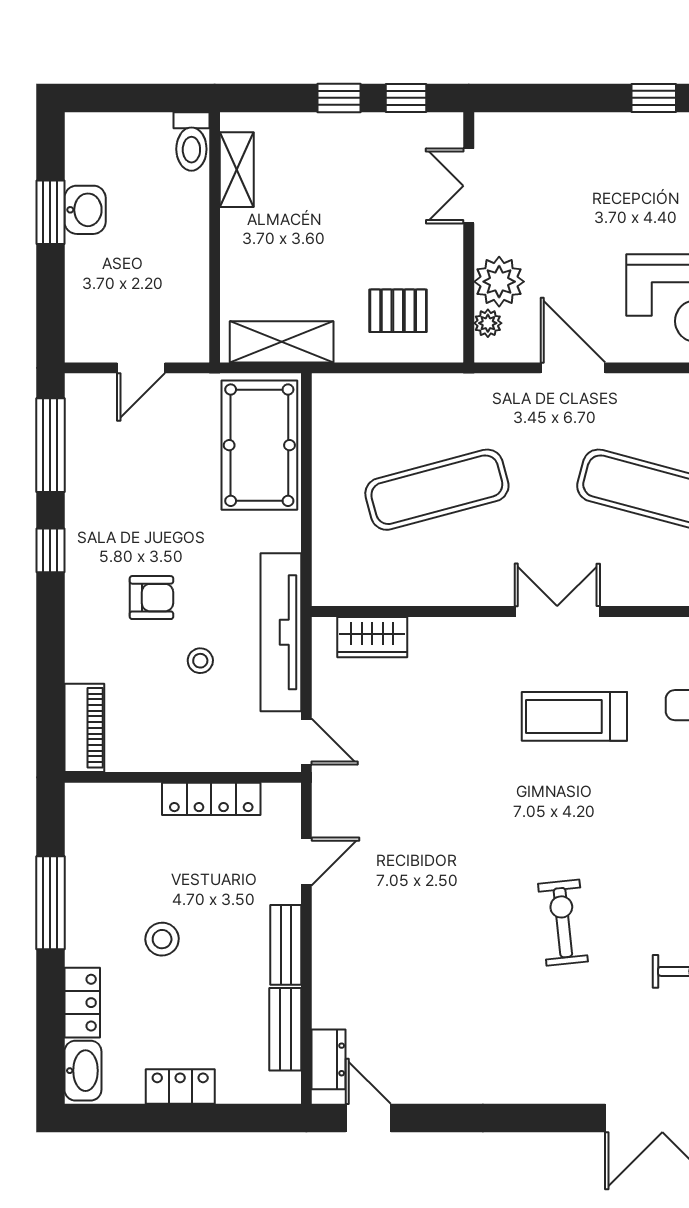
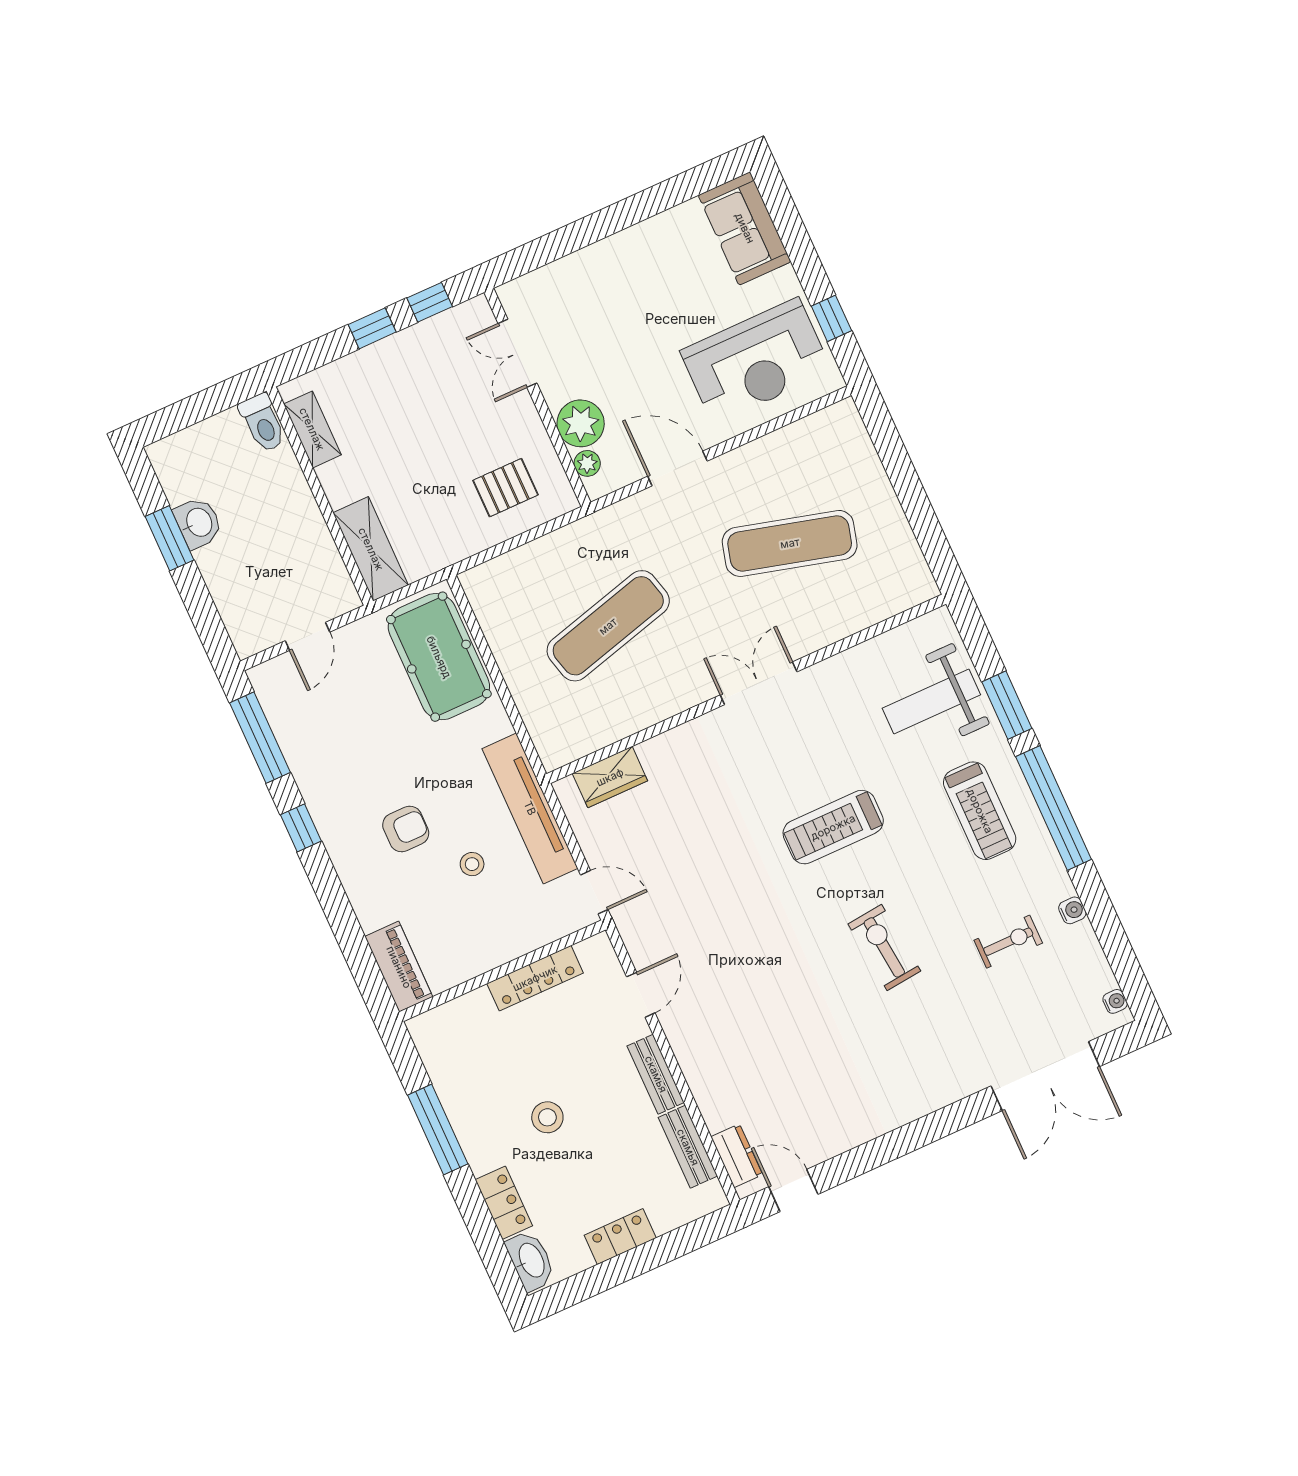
window: (654, 98) -> (642, 206), removed
shelving: (282, 342) -> (371, 549), moved, turned 90
treadmill: (574, 716) -> (833, 827), moved

